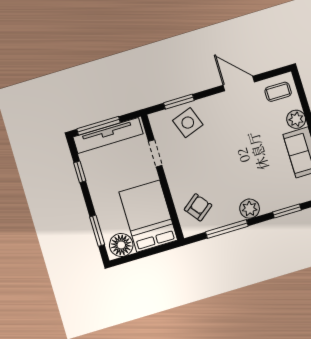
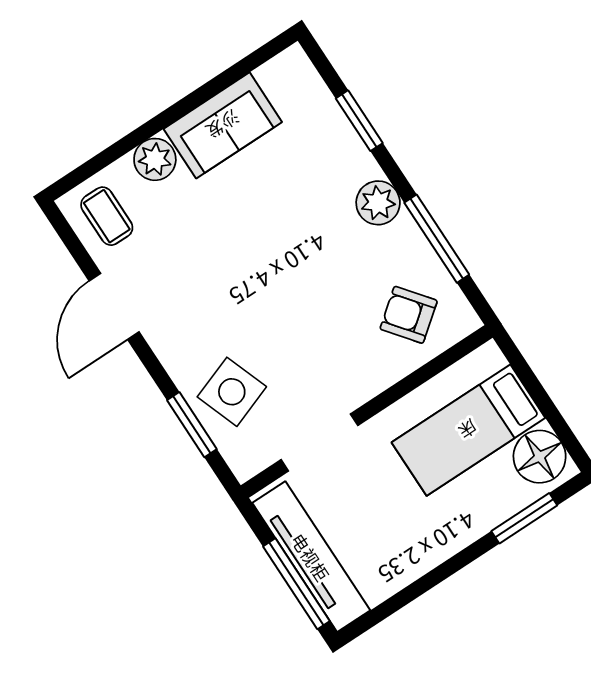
doorway: (155, 153) -> (319, 442), width x1.38
window: (80, 172) -> (408, 594), removed
bed: (148, 216) -> (468, 430), width x0.67

